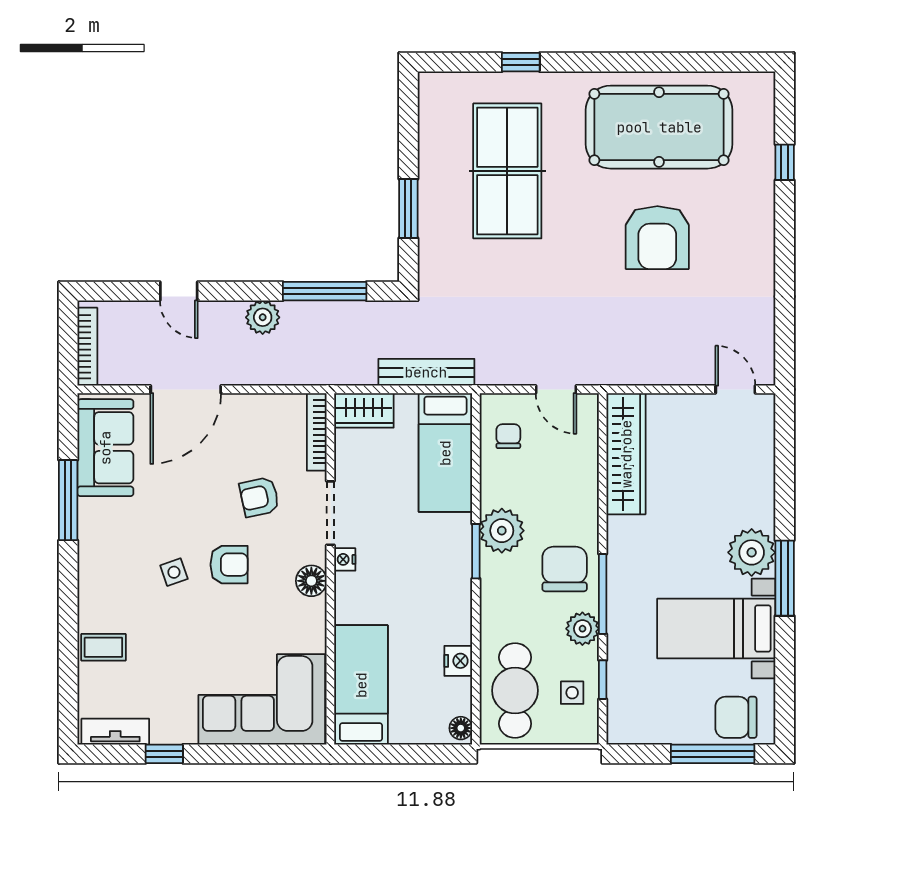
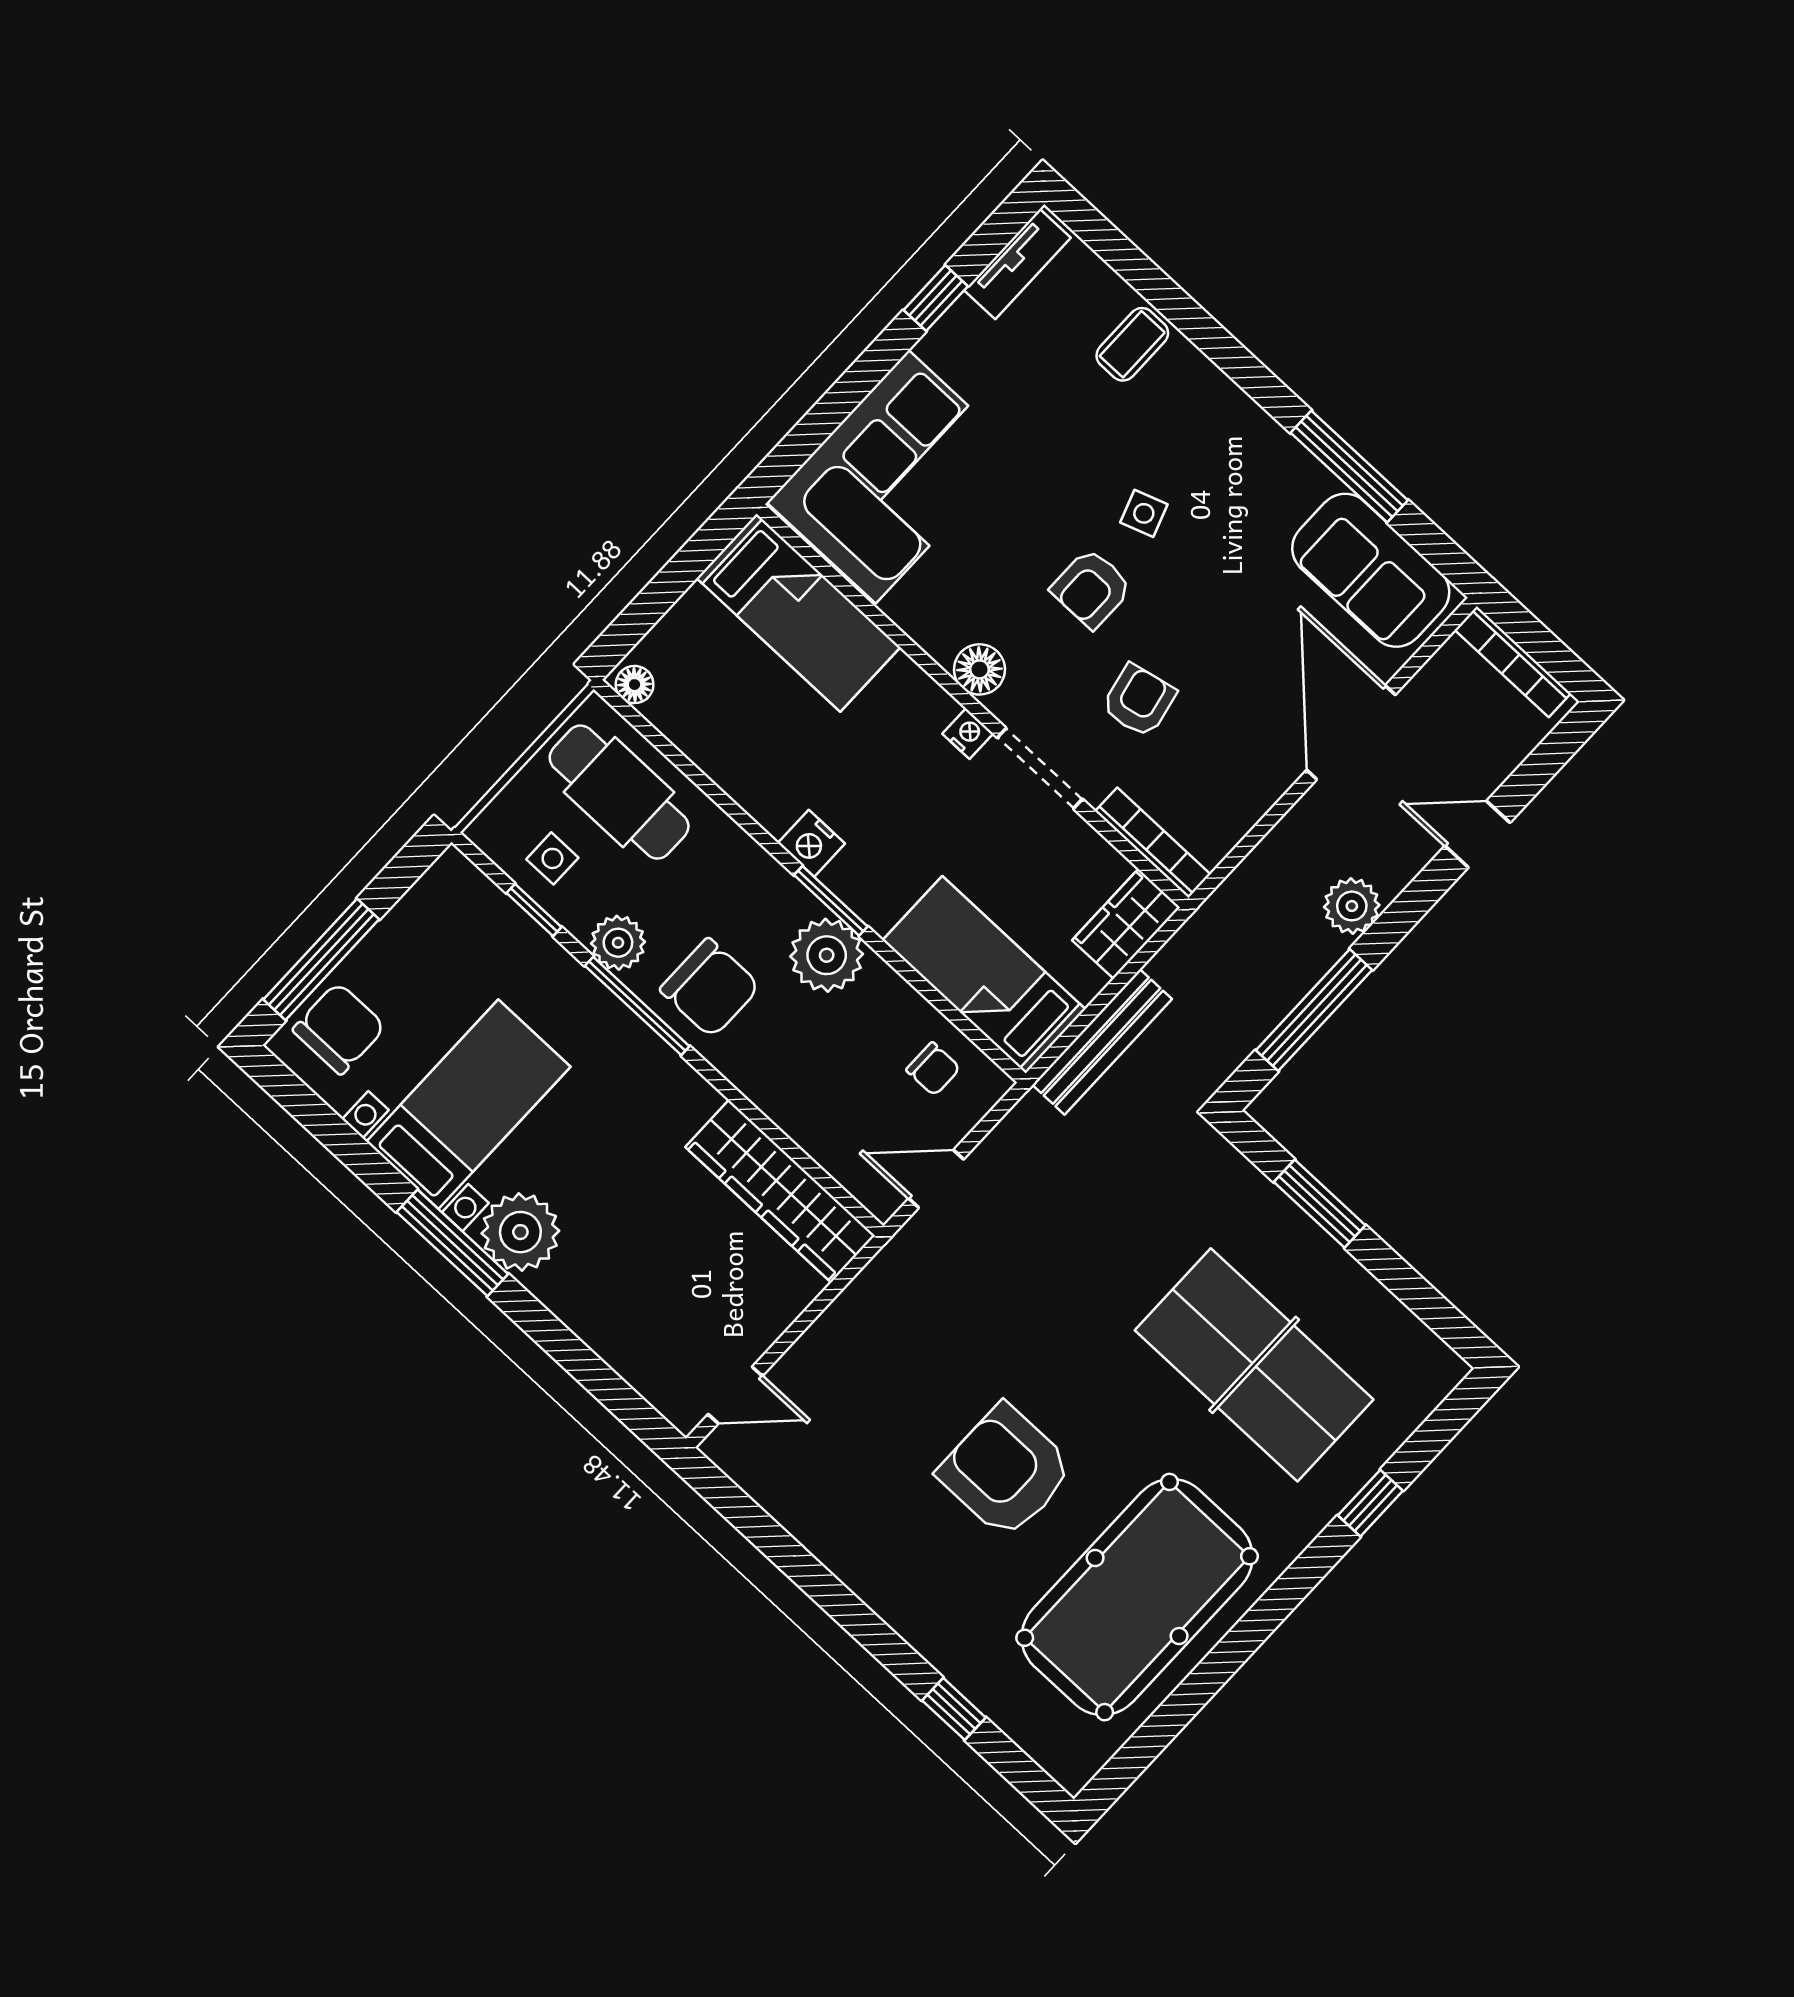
nightstand: (458, 661) -> (811, 843), moved

